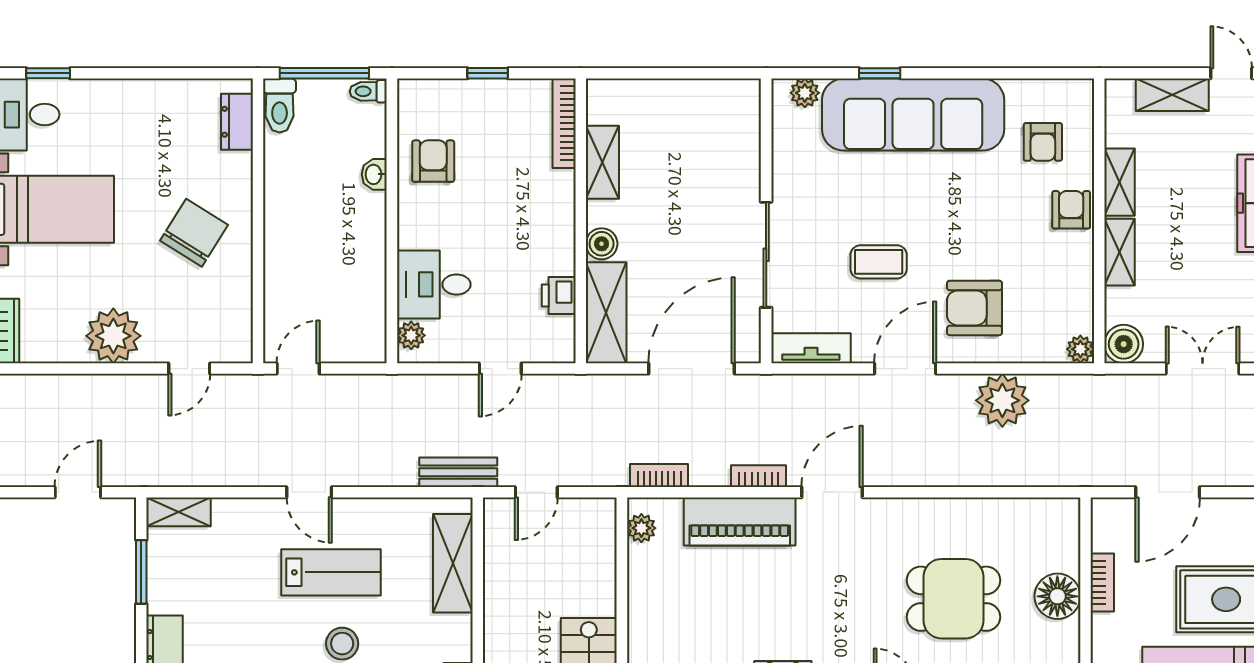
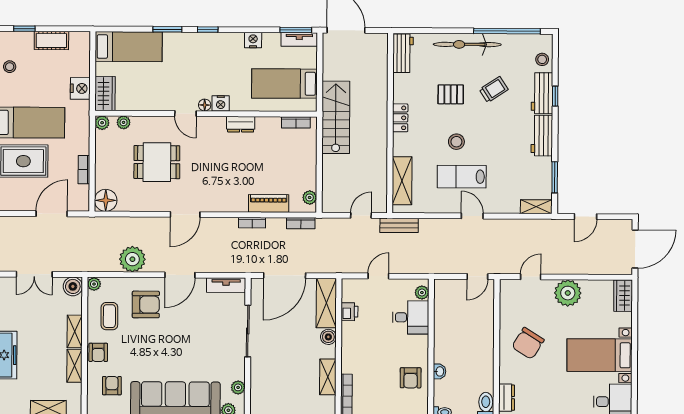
plant: (785, 140) -> (238, 387), added
coffee table: (879, 262) -> (109, 316), moved, turned 90
door: (832, 492) -> (185, 214), moved
piano: (740, 522) -> (269, 203), width x0.73, depth x0.75
floor lamp: (1057, 596) -> (106, 200), moved

